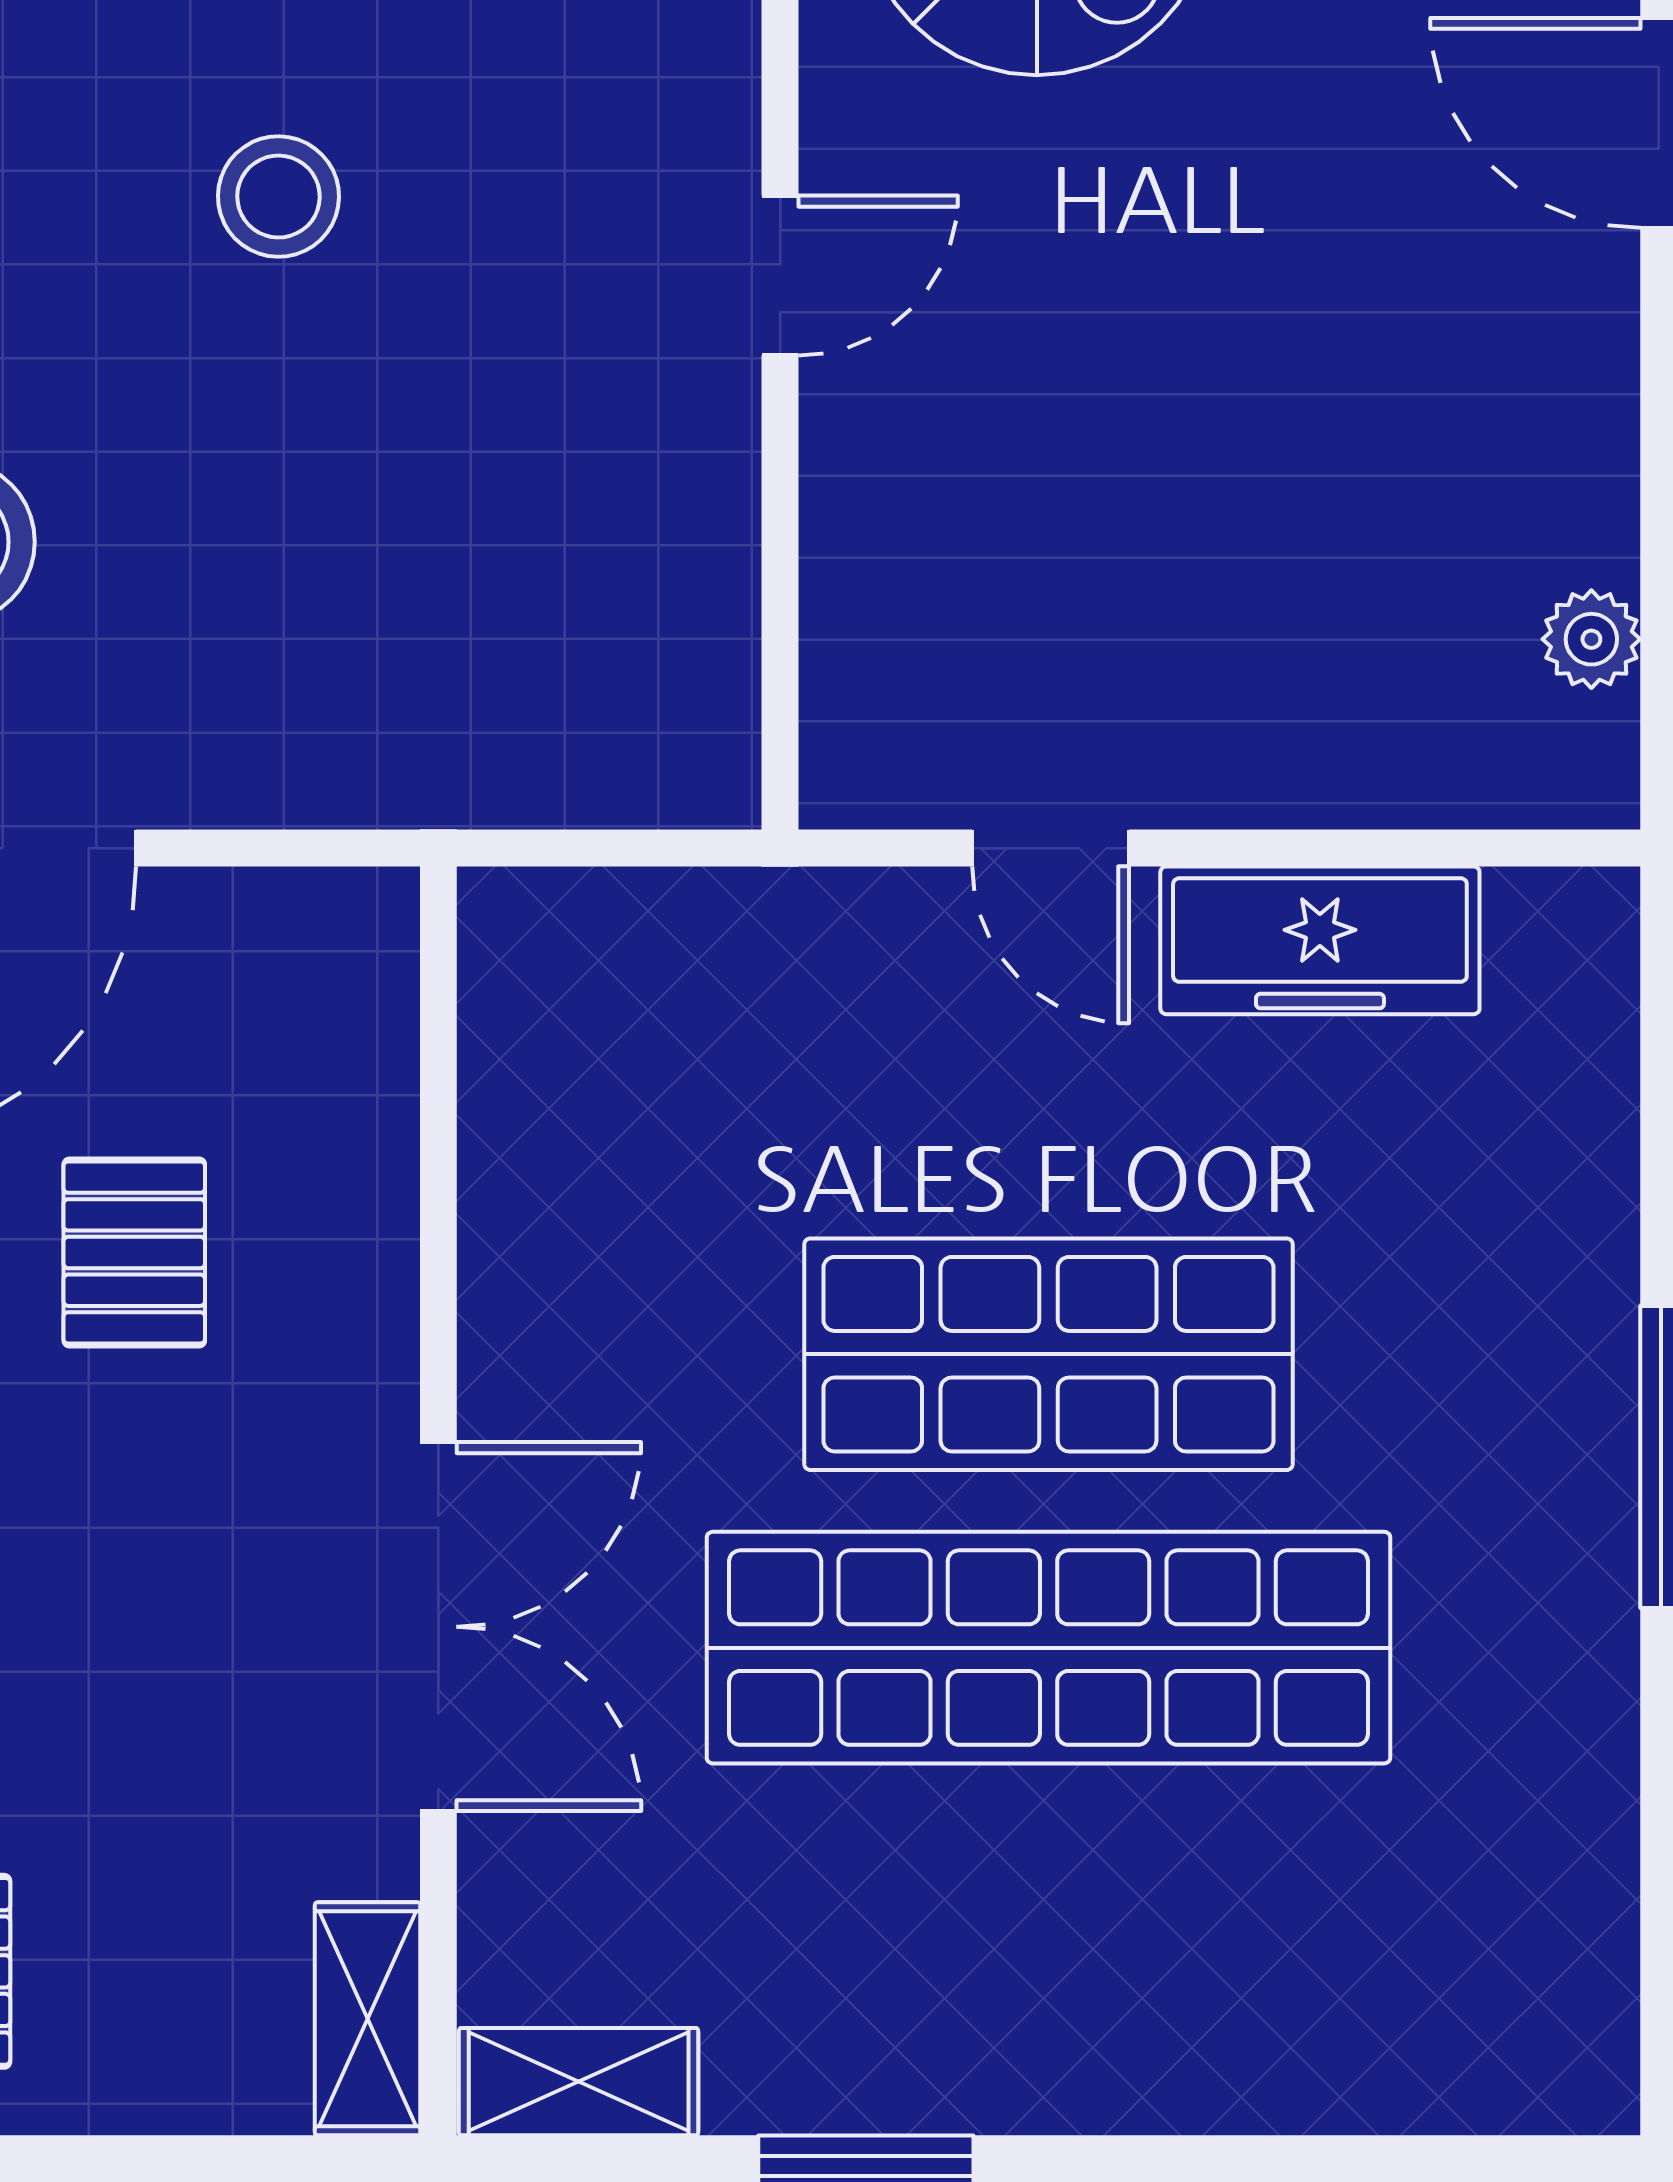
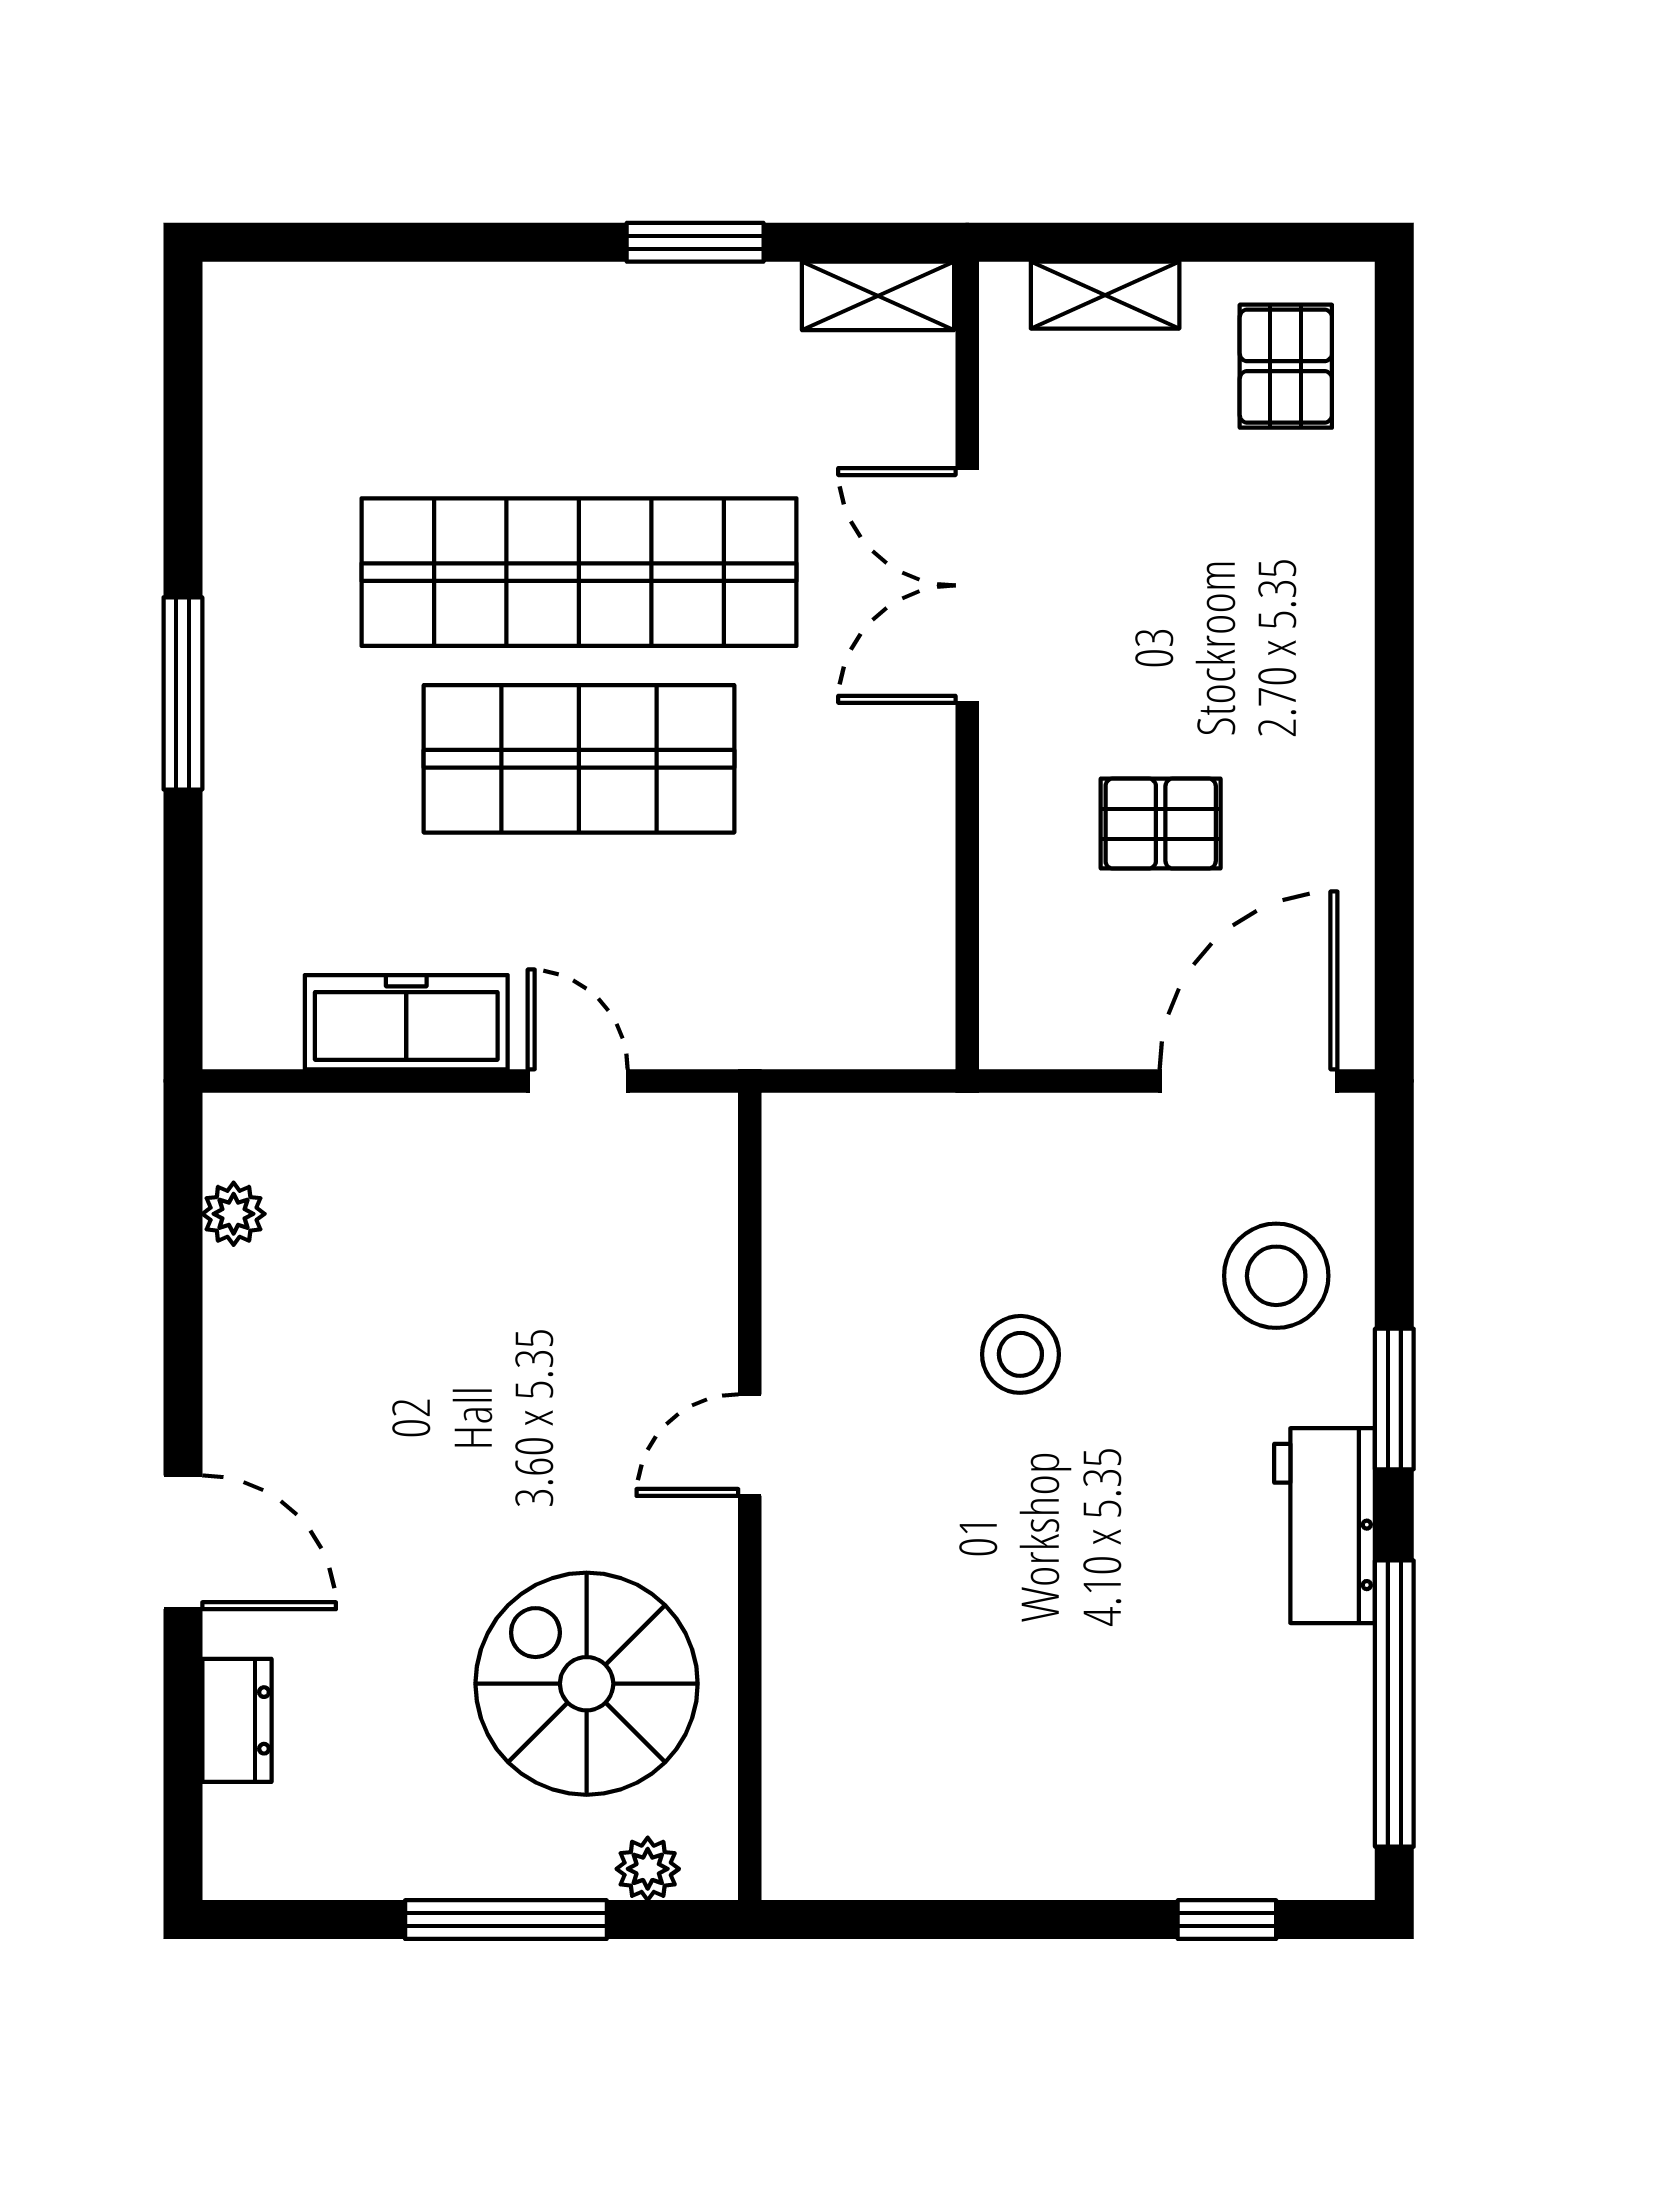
stool: (278, 197) -> (1020, 1354), moved
pallet: (134, 1253) -> (1161, 824), turned 90
shelving: (368, 2019) -> (1105, 295), moved, turned 90

